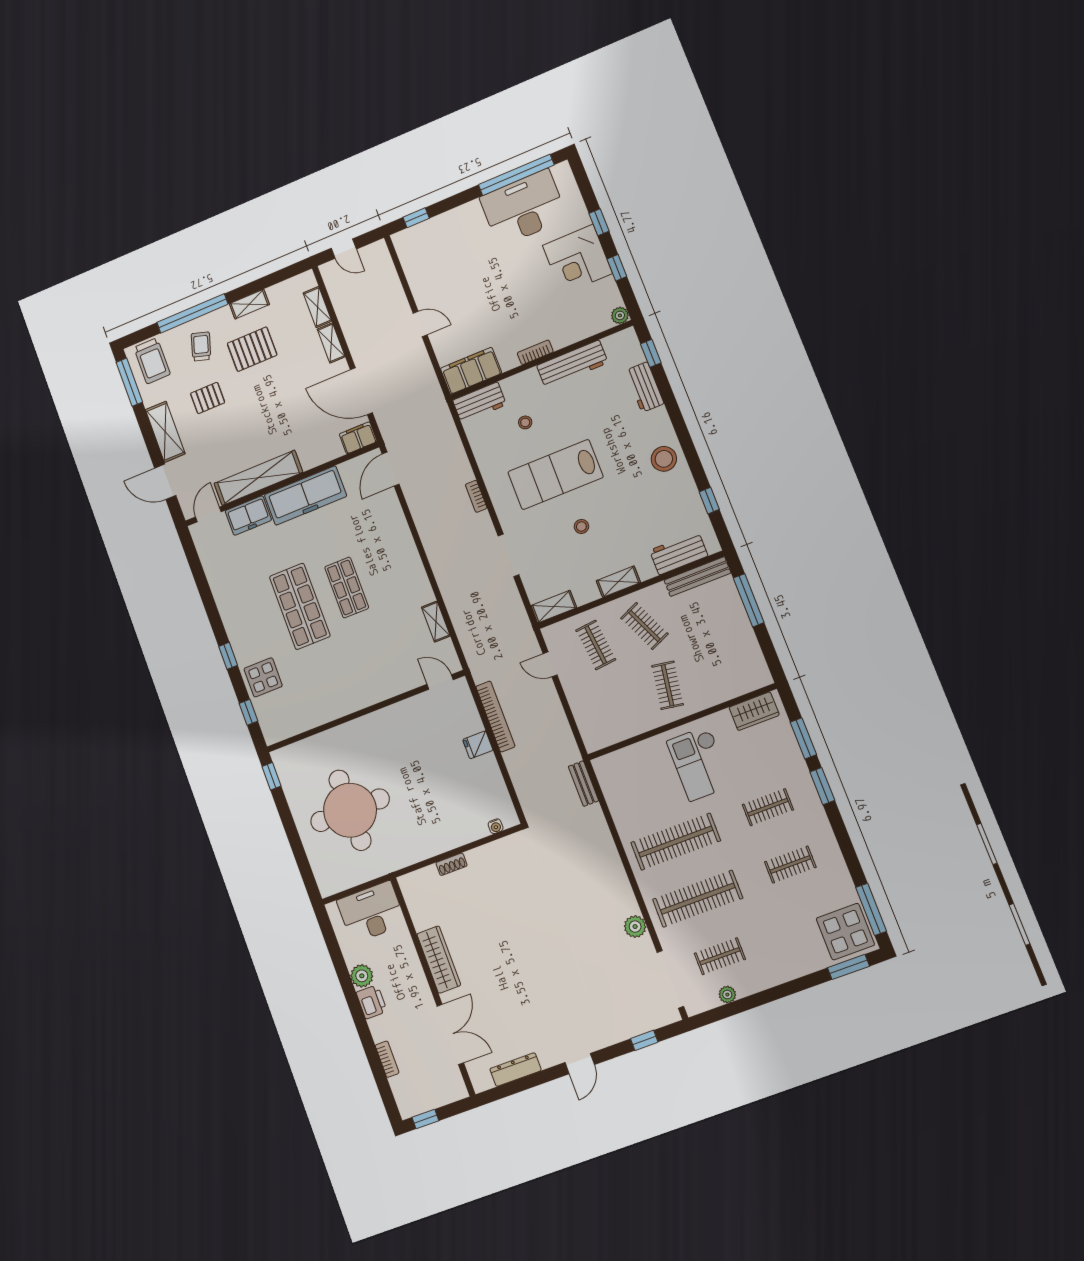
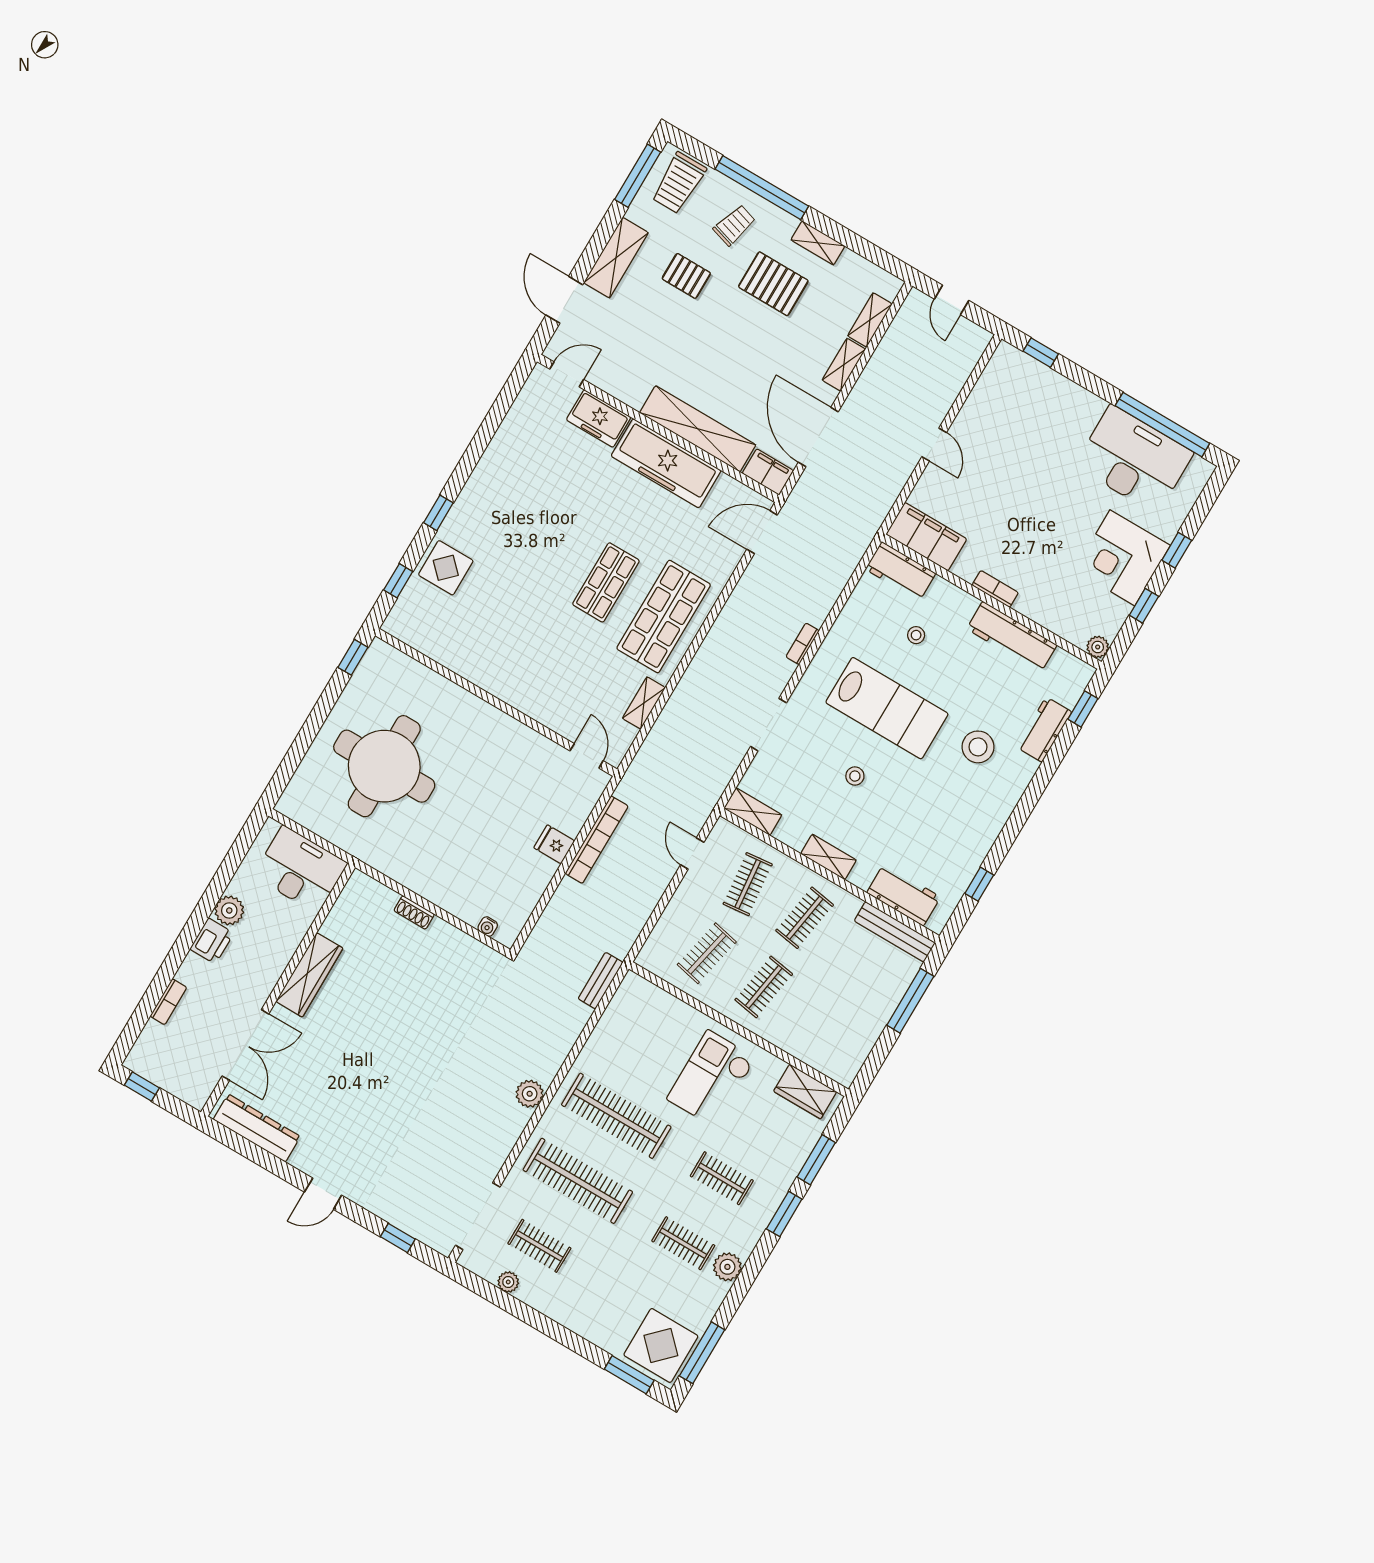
stool: (664, 459) -> (978, 747), moved
lab bench: (555, 475) -> (887, 708), turned 180
shelving: (258, 478) -> (698, 429), moved
shop shelf: (300, 606) -> (664, 617), moved
clothes rail: (644, 626) -> (805, 918), turned 33
clothes rail: (619, 704) -> (707, 953), added
plant: (828, 849) -> (727, 1267), added
plant: (635, 927) -> (530, 1094), moved
dresser: (516, 1070) -> (257, 1128), width x1.37, depth x1.24

